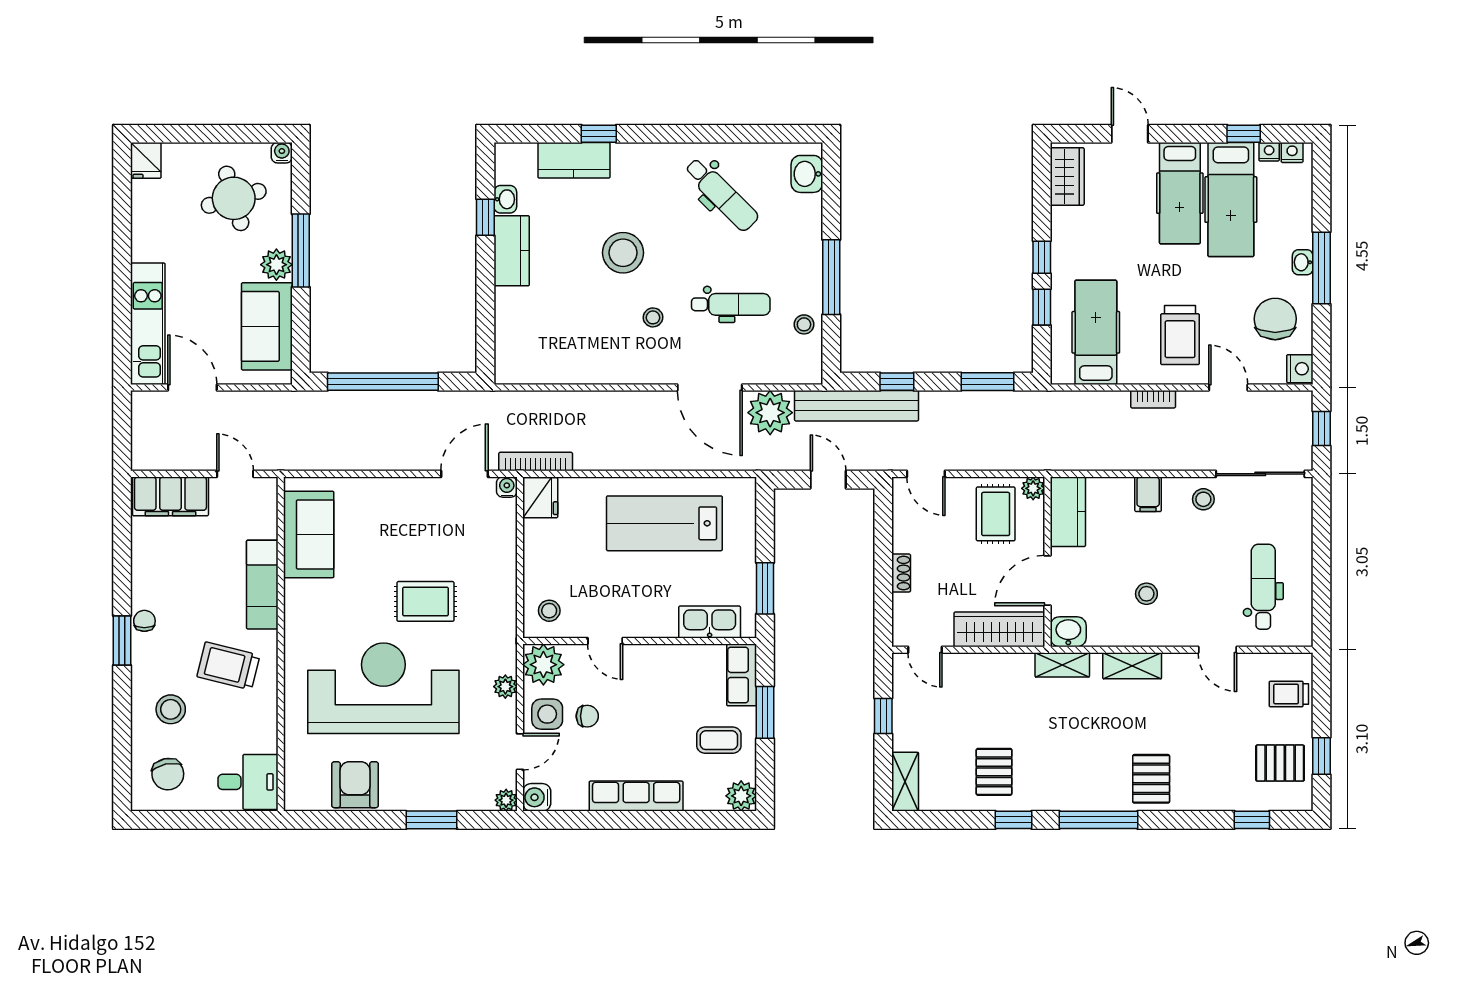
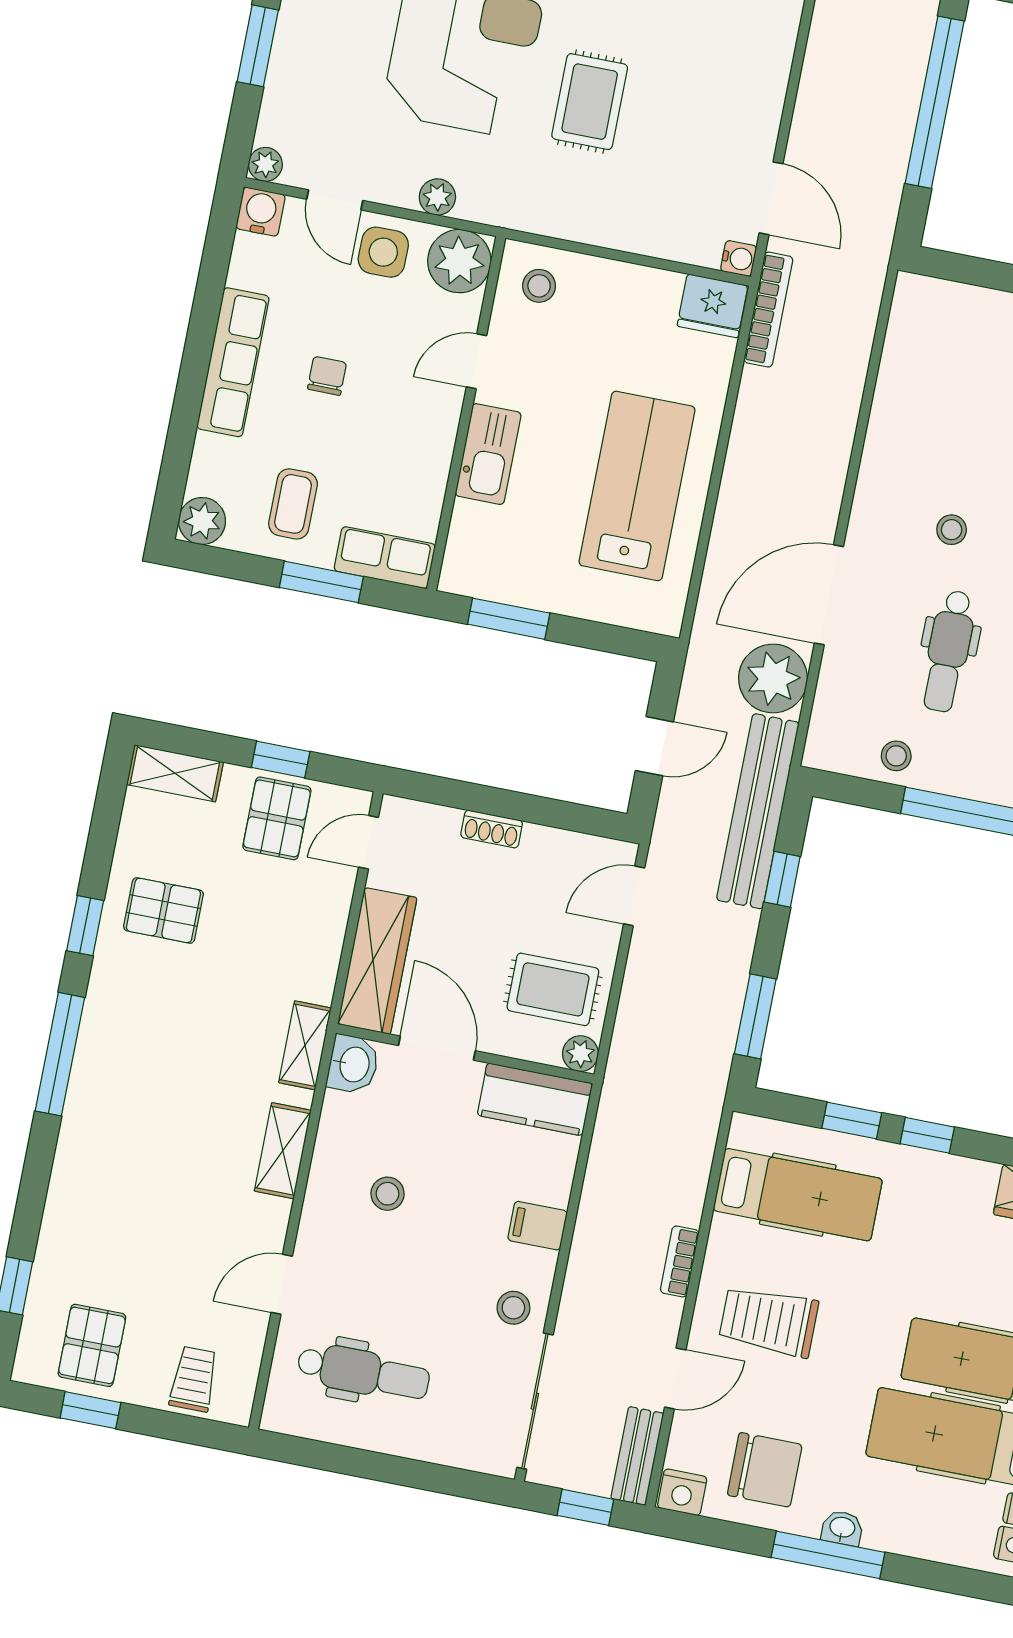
bench: (1282, 402) -> (637, 1456), added
kitchen sink: (710, 622) -> (488, 454), moved
chair: (587, 716) -> (327, 376), moved, turned 180
pallet: (1151, 779) -> (277, 818), moved, turned 90

